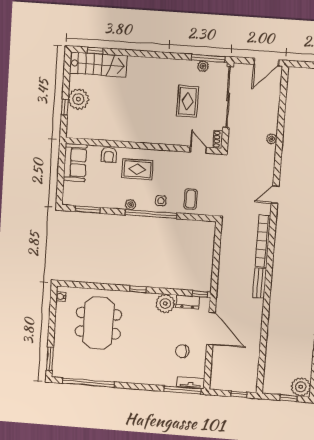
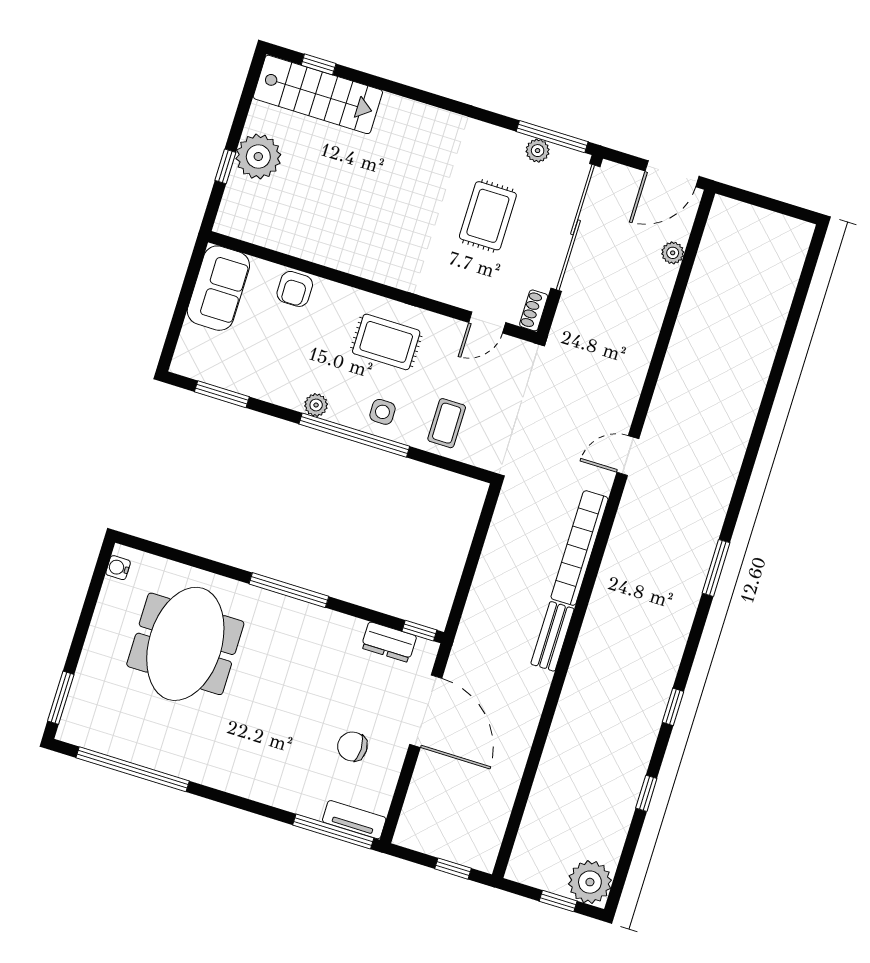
plant: (272, 139) -> (673, 253), moved
door: (198, 150) -> (487, 323), swing flipped
rug: (137, 169) -> (386, 342), moved
window: (138, 289) -> (289, 590), width x2.17
plant: (165, 303) -> (340, 634), removed

